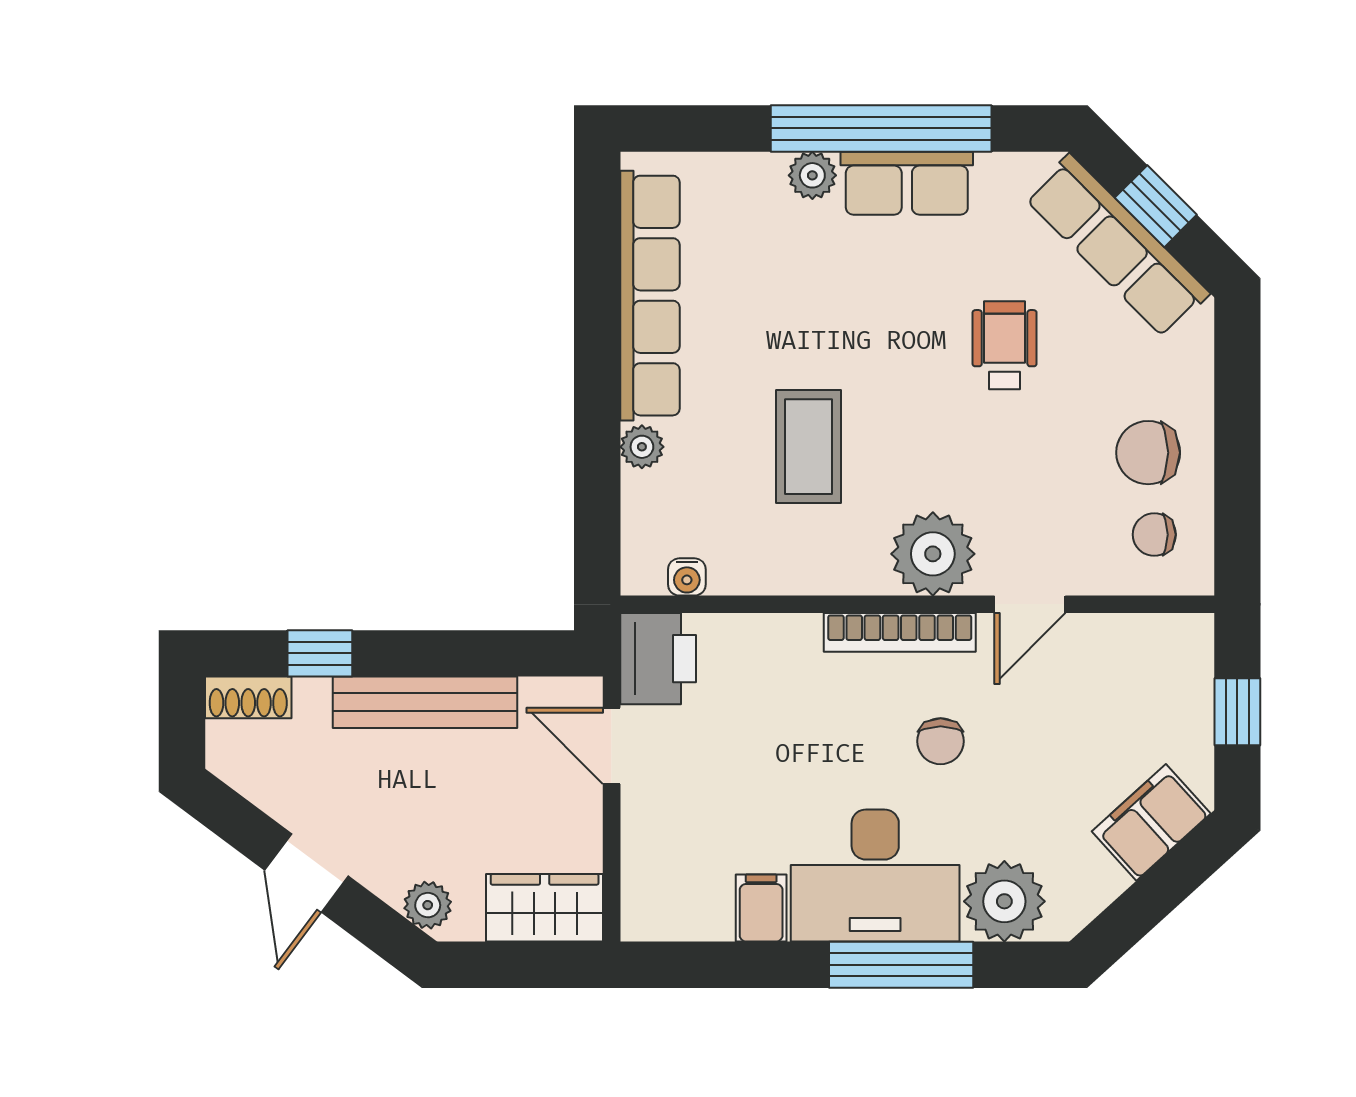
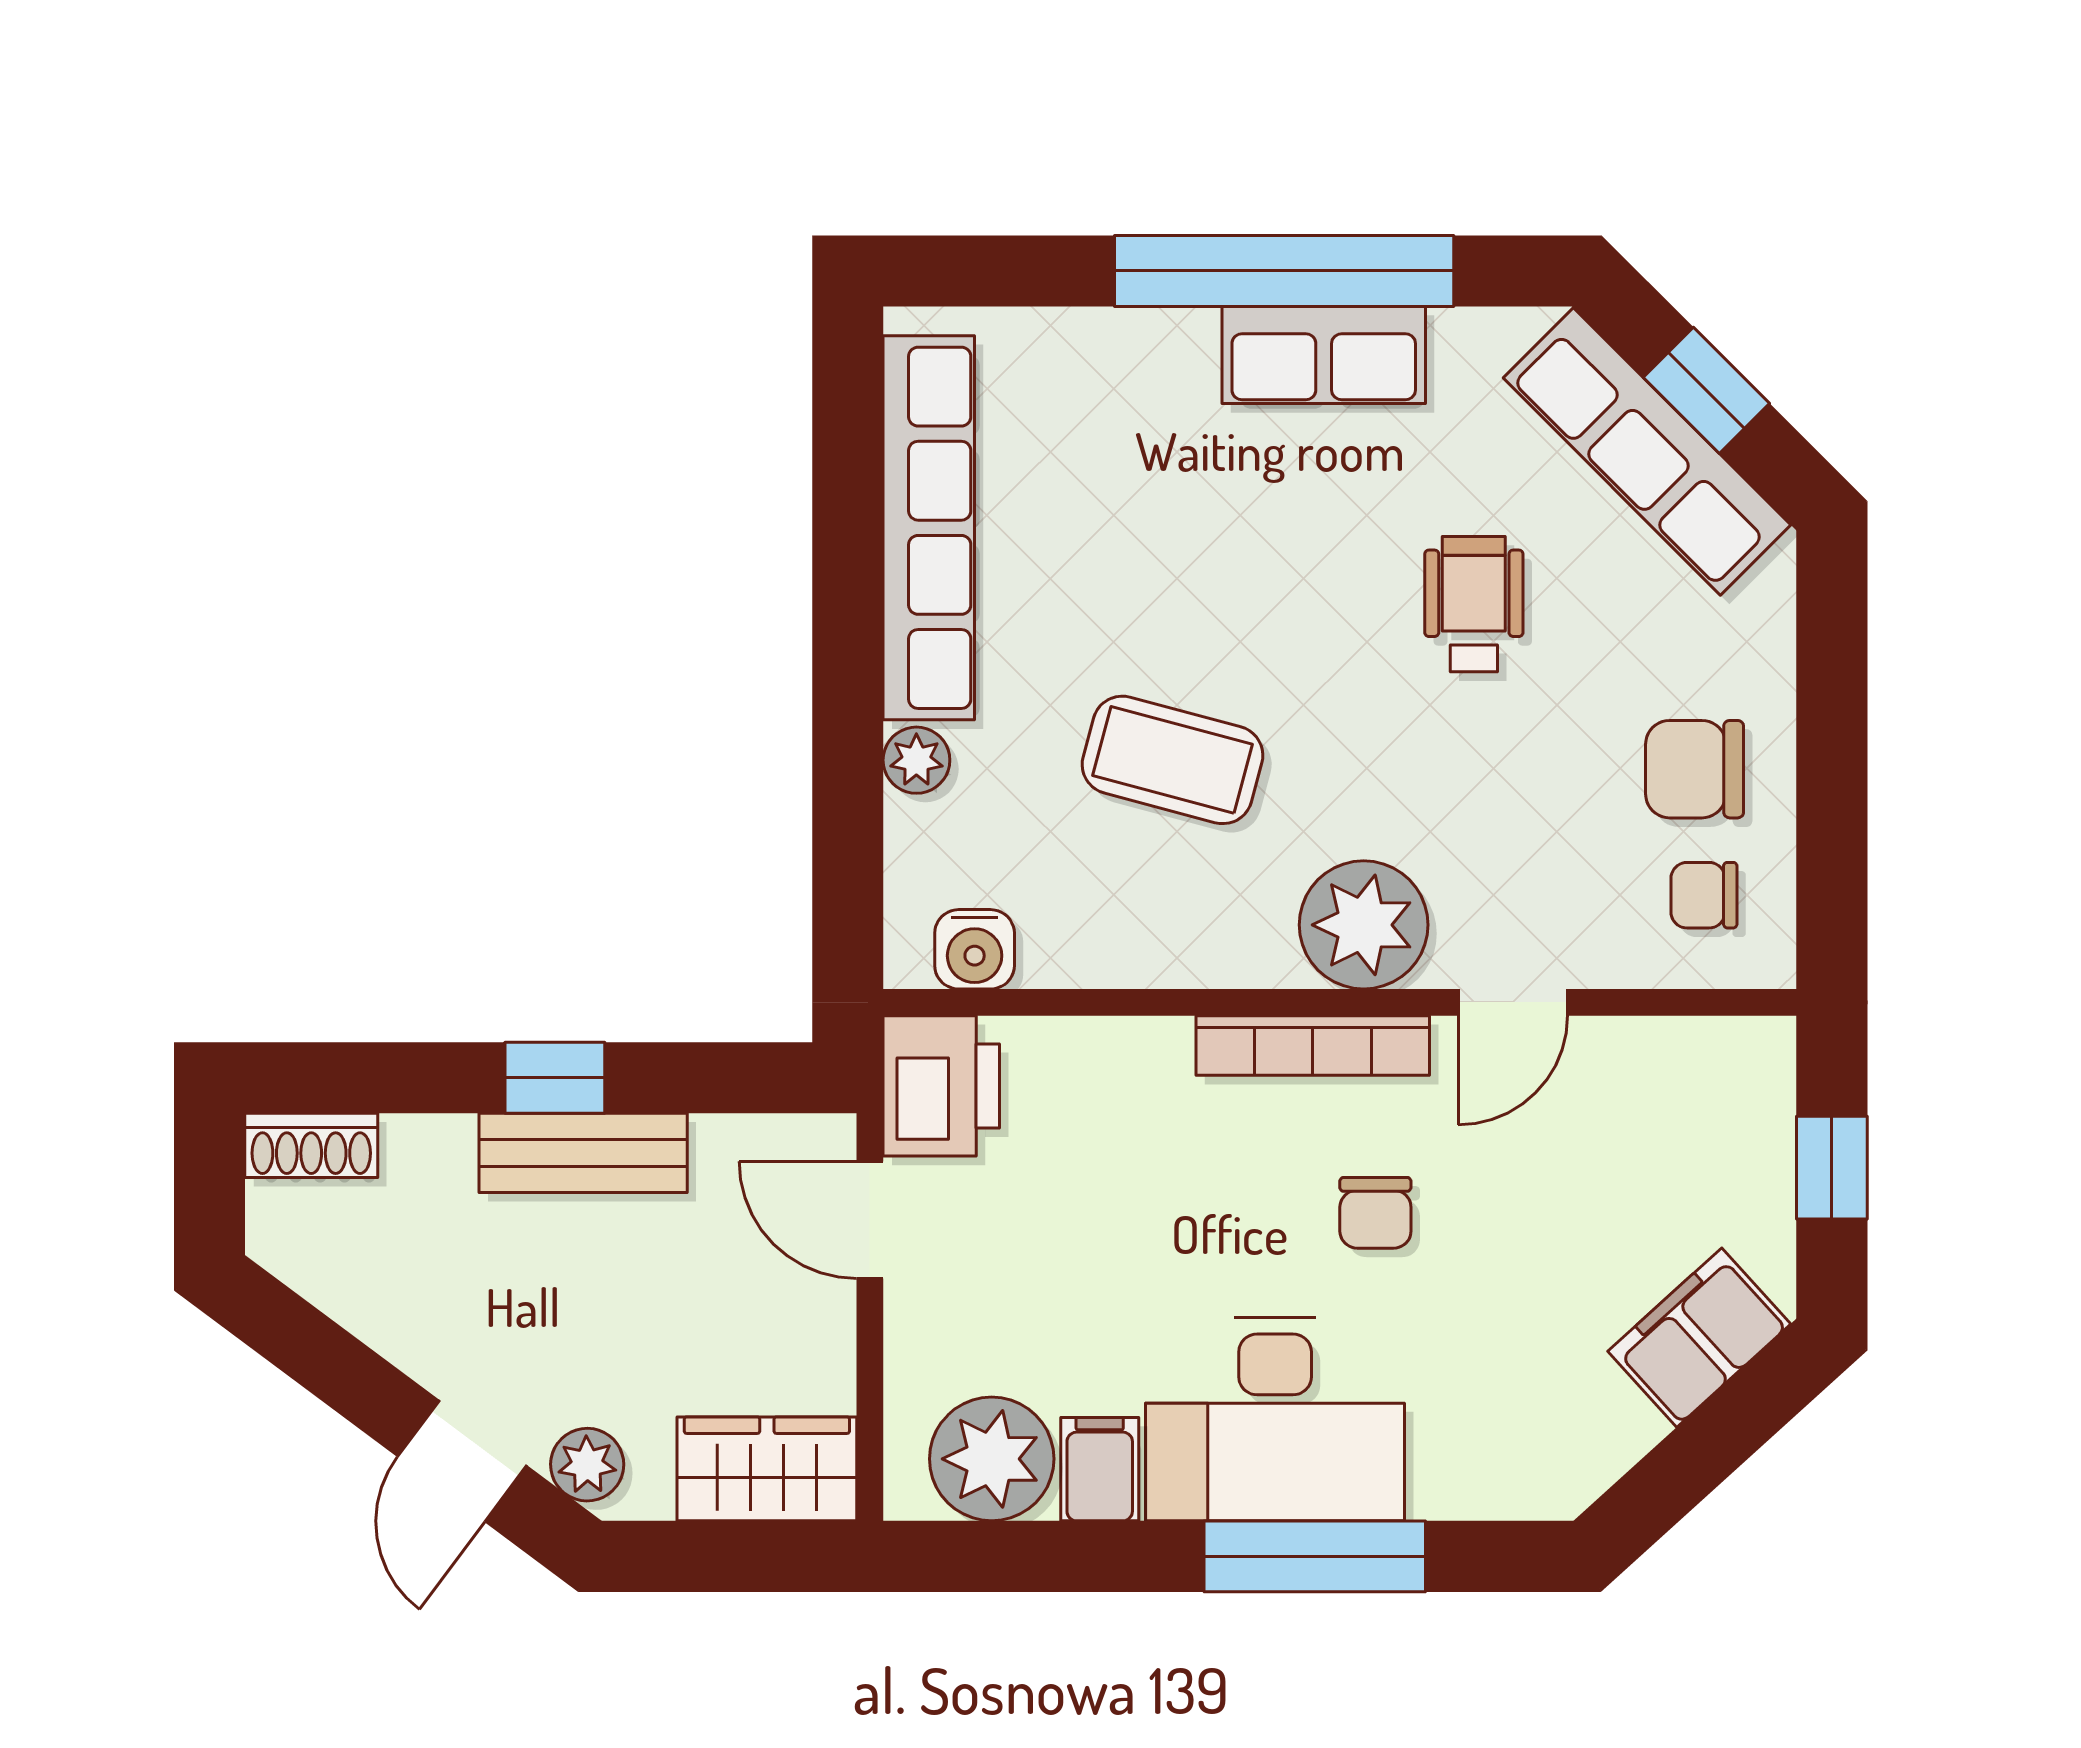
plant: (812, 175) -> (1178, 343), removed
coffee table: (808, 447) -> (1172, 760), turned -75
water cooler: (687, 577) -> (975, 949), width x1.38, depth x1.38
window: (320, 653) -> (555, 1078), moved
bench: (425, 702) -> (583, 1153), width x0.73
door: (306, 873) -> (462, 1461), moved
plant: (1004, 901) -> (992, 1459), moved

